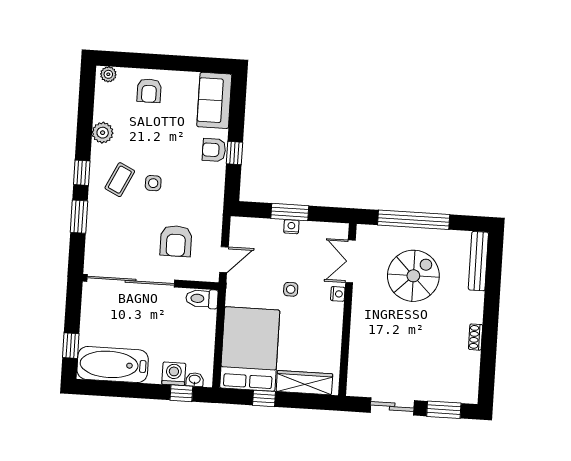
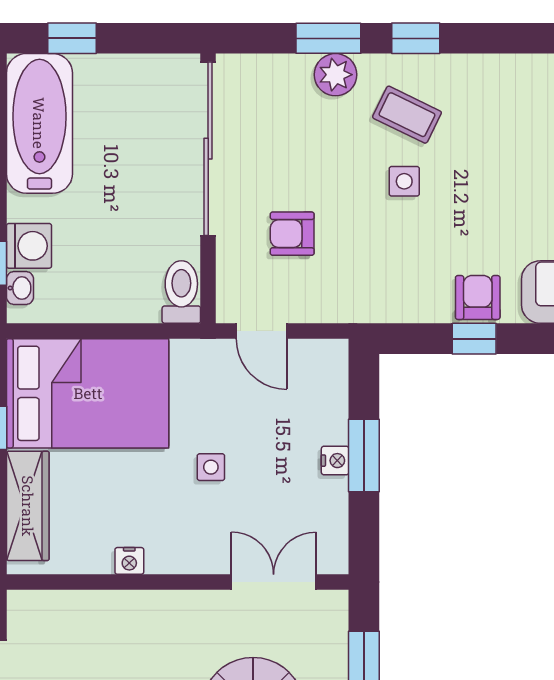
plant: (103, 133) -> (336, 75), moved
armchair: (176, 241) -> (292, 234), width x0.72, depth x0.72
nightstand: (338, 294) -> (129, 561), moved

